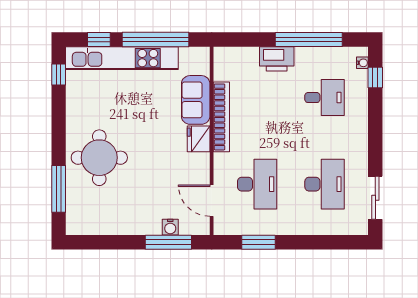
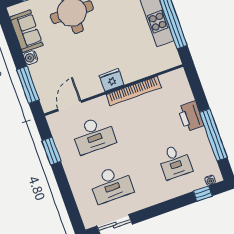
sofa: (196, 100) -> (26, 31), moved, turned 90
water cooler: (170, 227) -> (31, 58), moved

